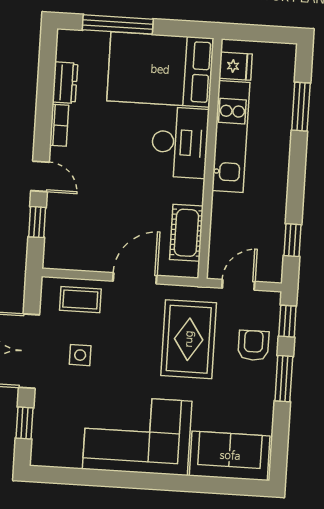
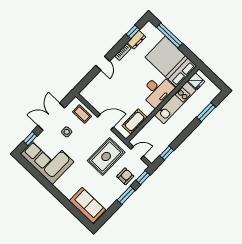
window: (37, 222) -> (133, 32), moved
corner sofa: (137, 435) -> (47, 158), moved

